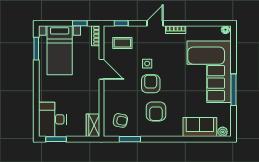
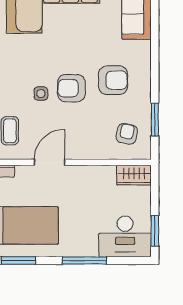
window: (36, 92) -> (84, 261), added

